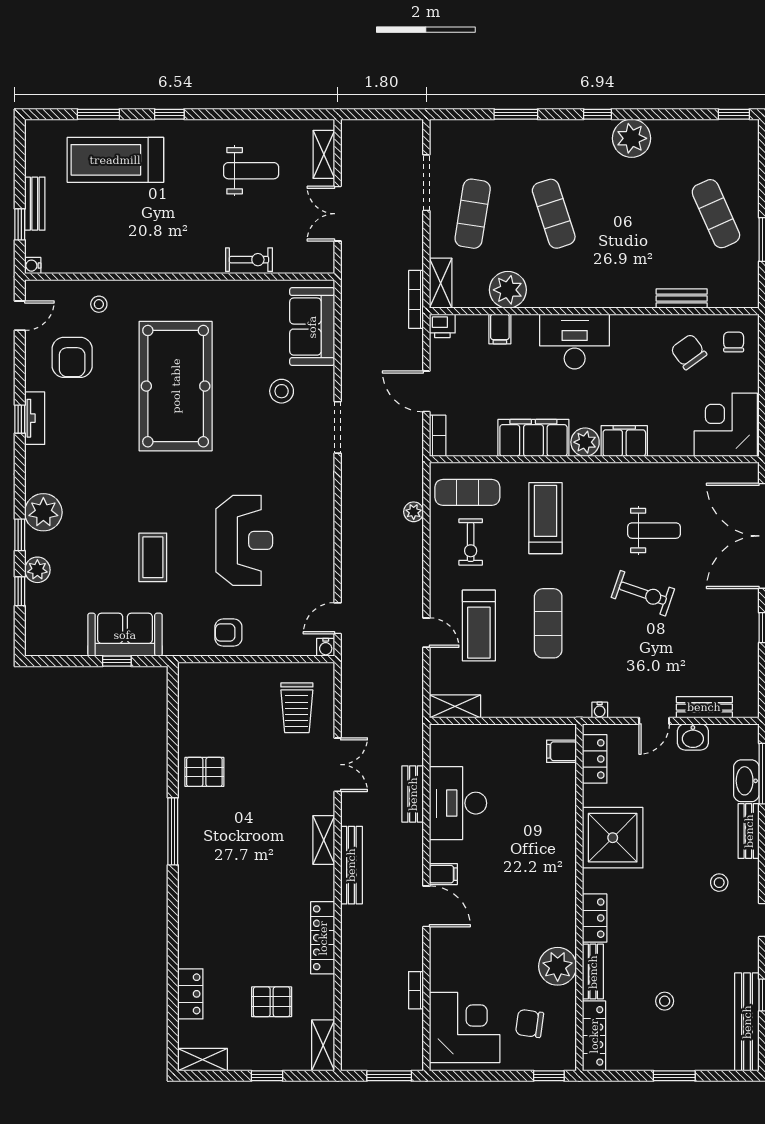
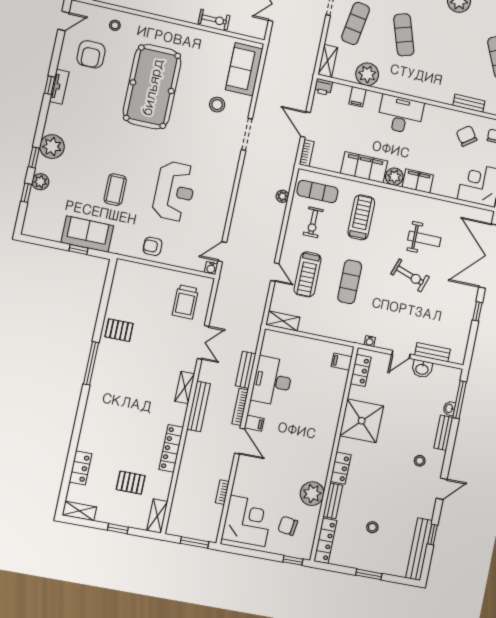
bookcase: (416, 299) -> (240, 407), moved
washbasin: (746, 781) -> (449, 408), width x0.52, depth x0.69

